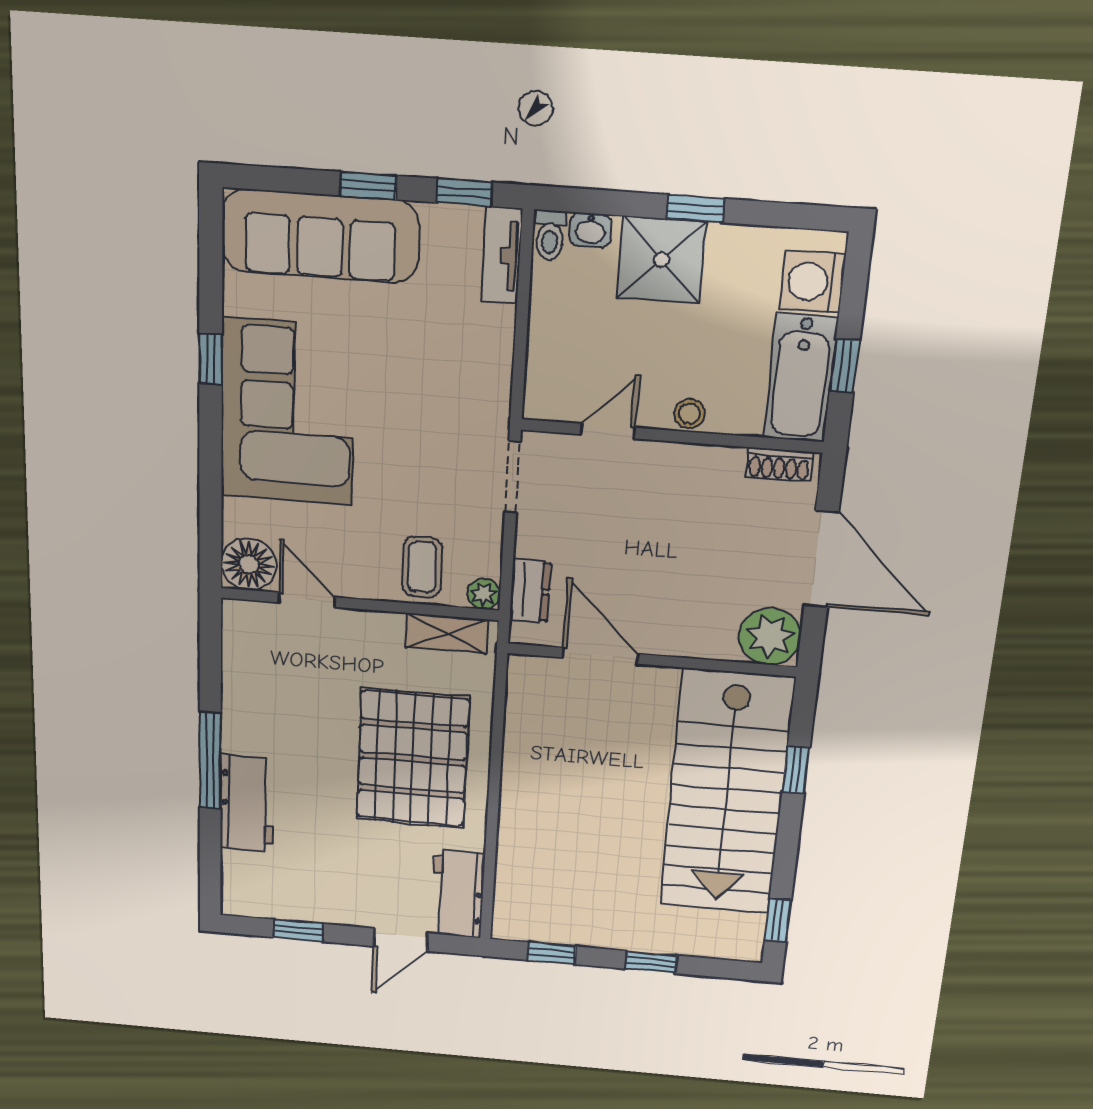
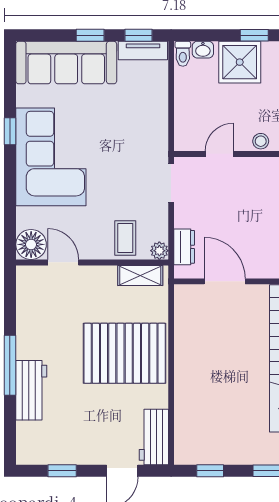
tv unit: (502, 255) -> (143, 50), moved, turned -90
pallet: (413, 759) -> (125, 353), turned 90

